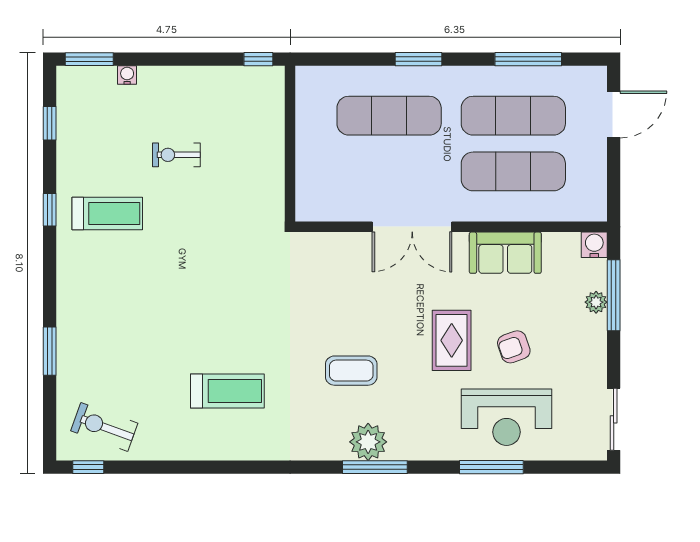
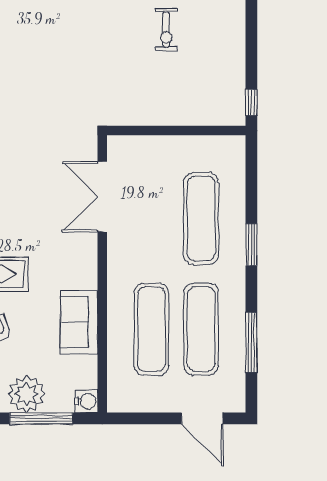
exercise bike: (176, 155) -> (166, 29), turned 180
double door: (412, 227) -> (102, 197), moved
plant: (596, 302) -> (27, 394), width x1.88, depth x1.88

